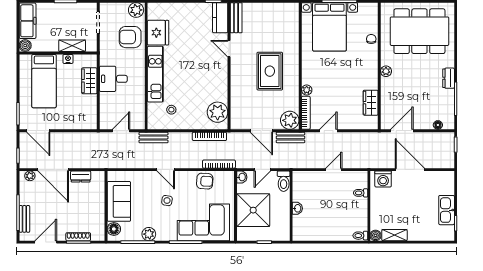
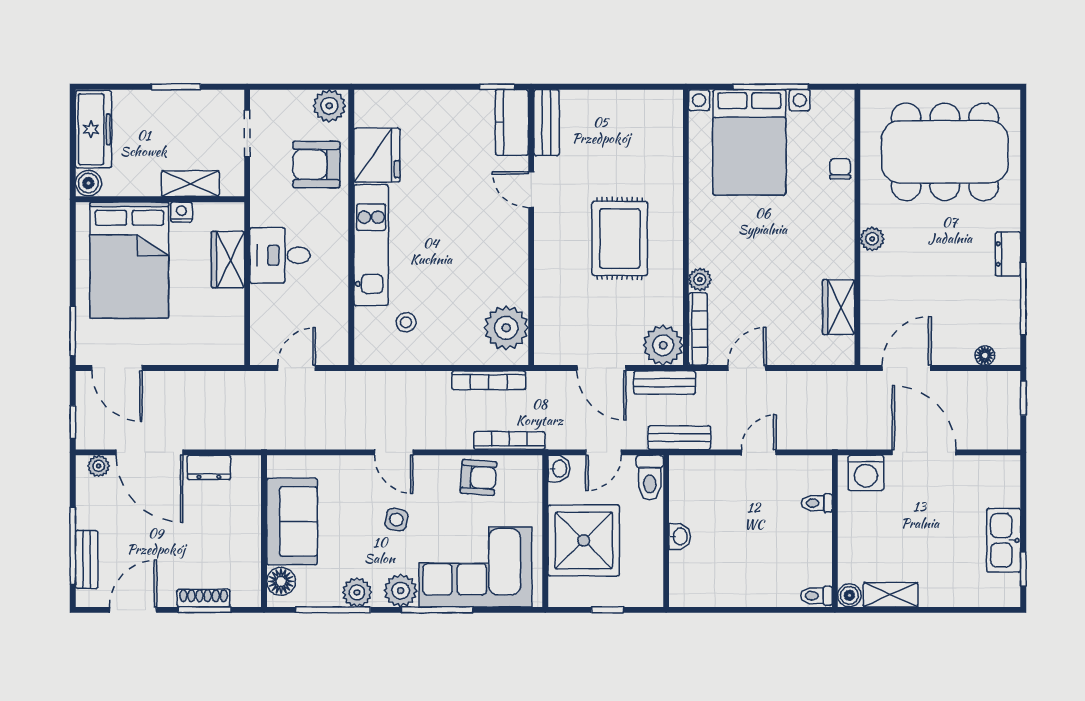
bed: (44, 81) -> (129, 260), width x1.50
bench: (154, 138) -> (679, 438), moved
plant: (169, 233) -> (401, 591), added

